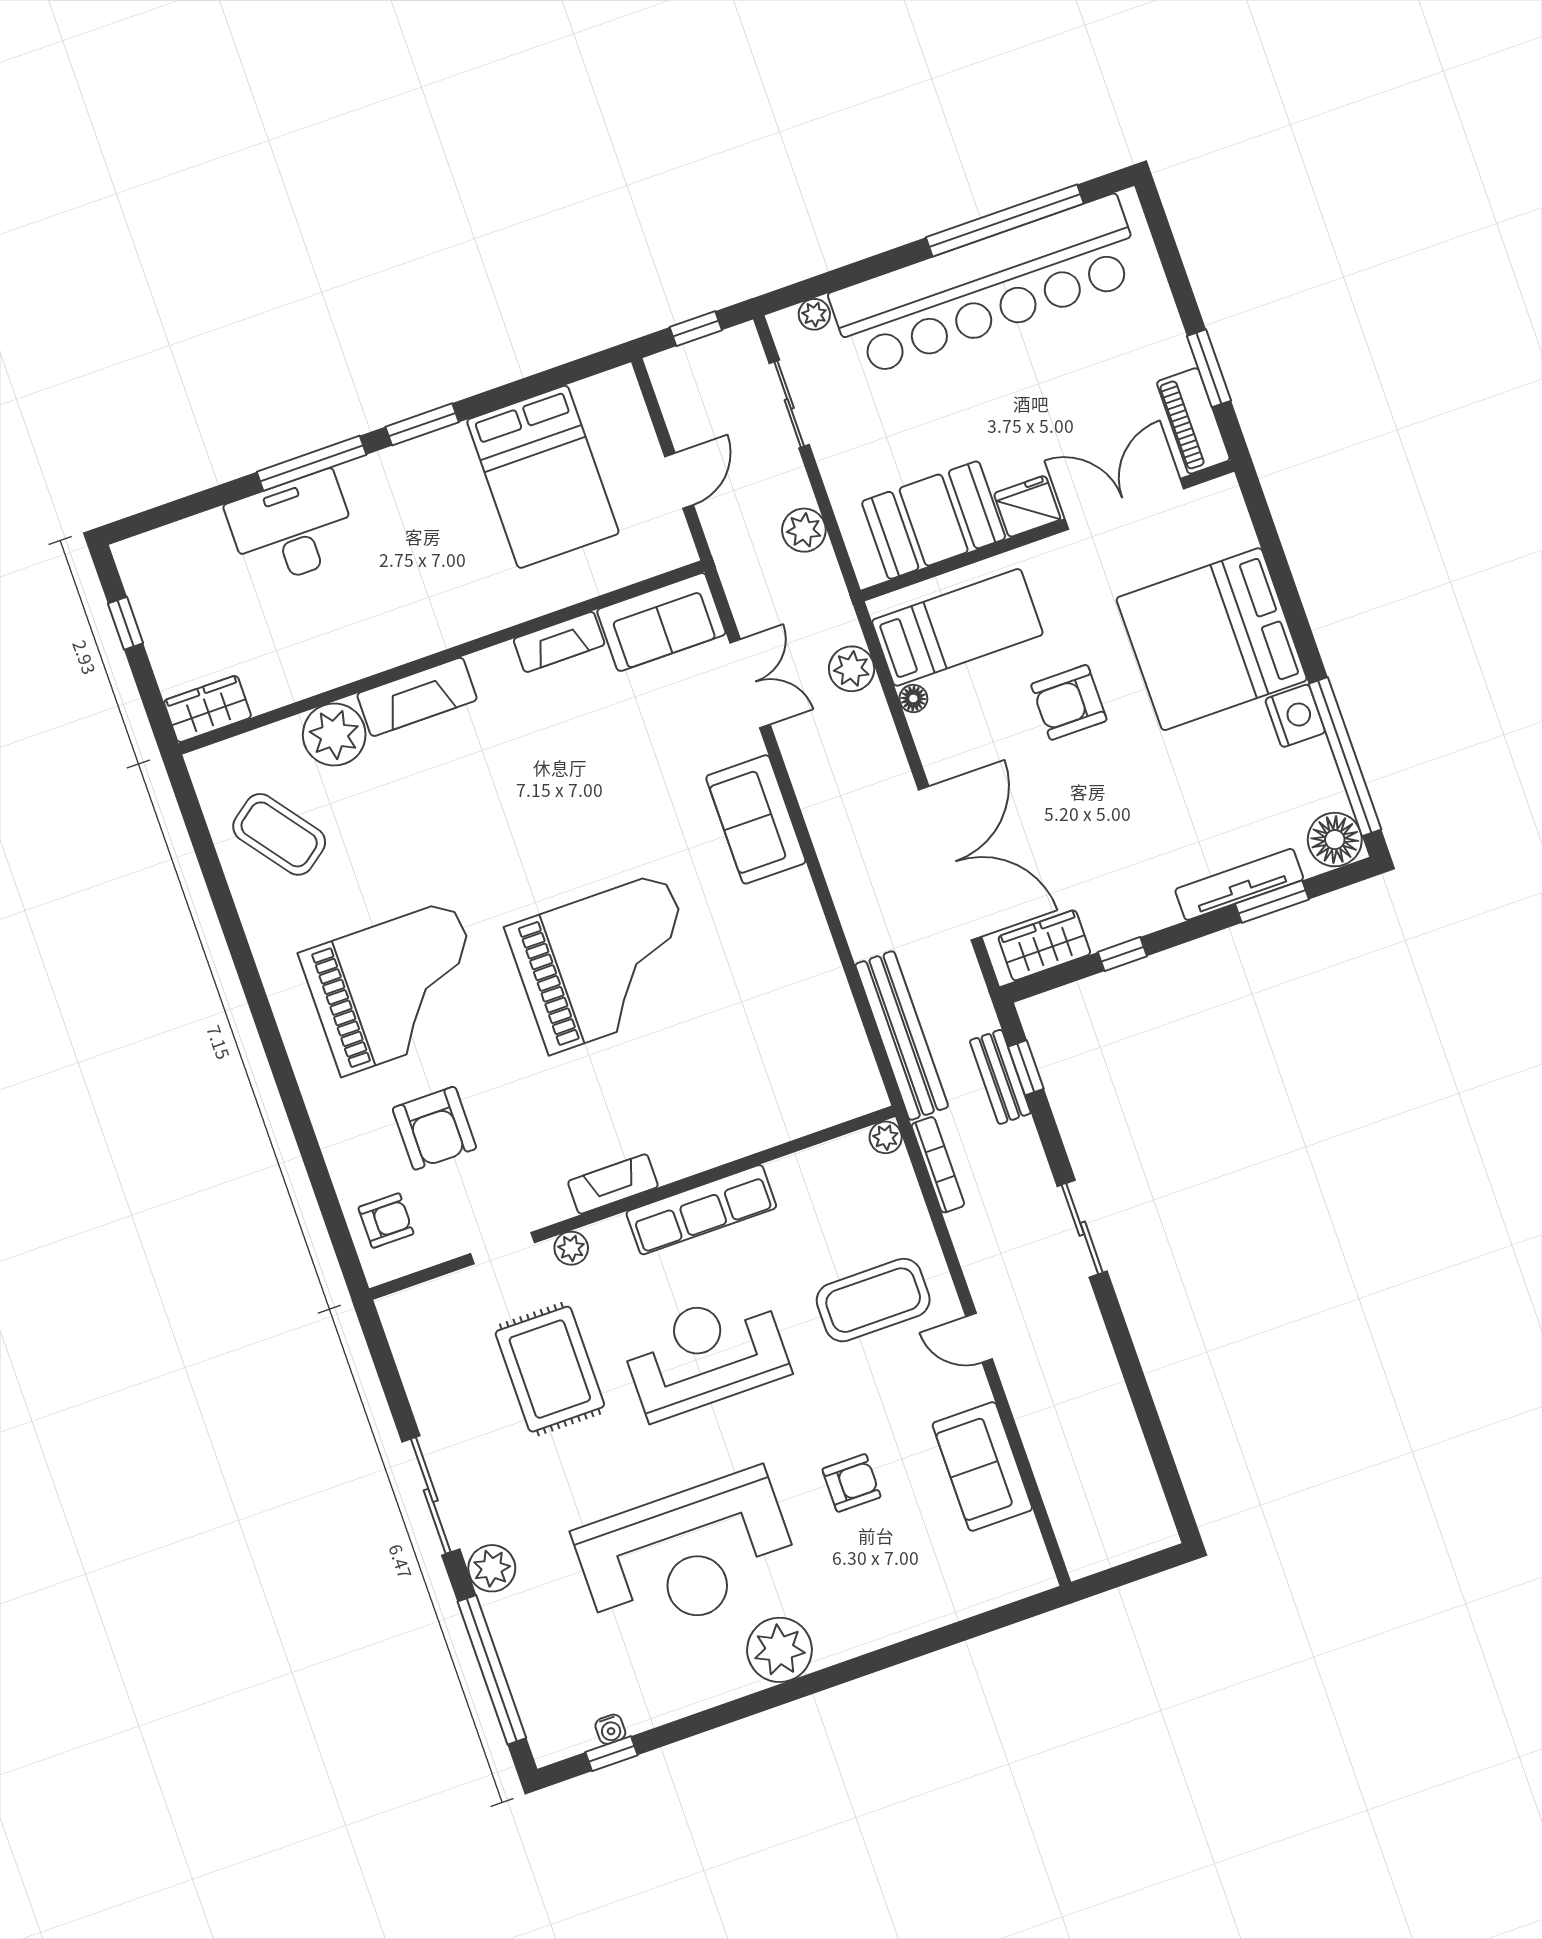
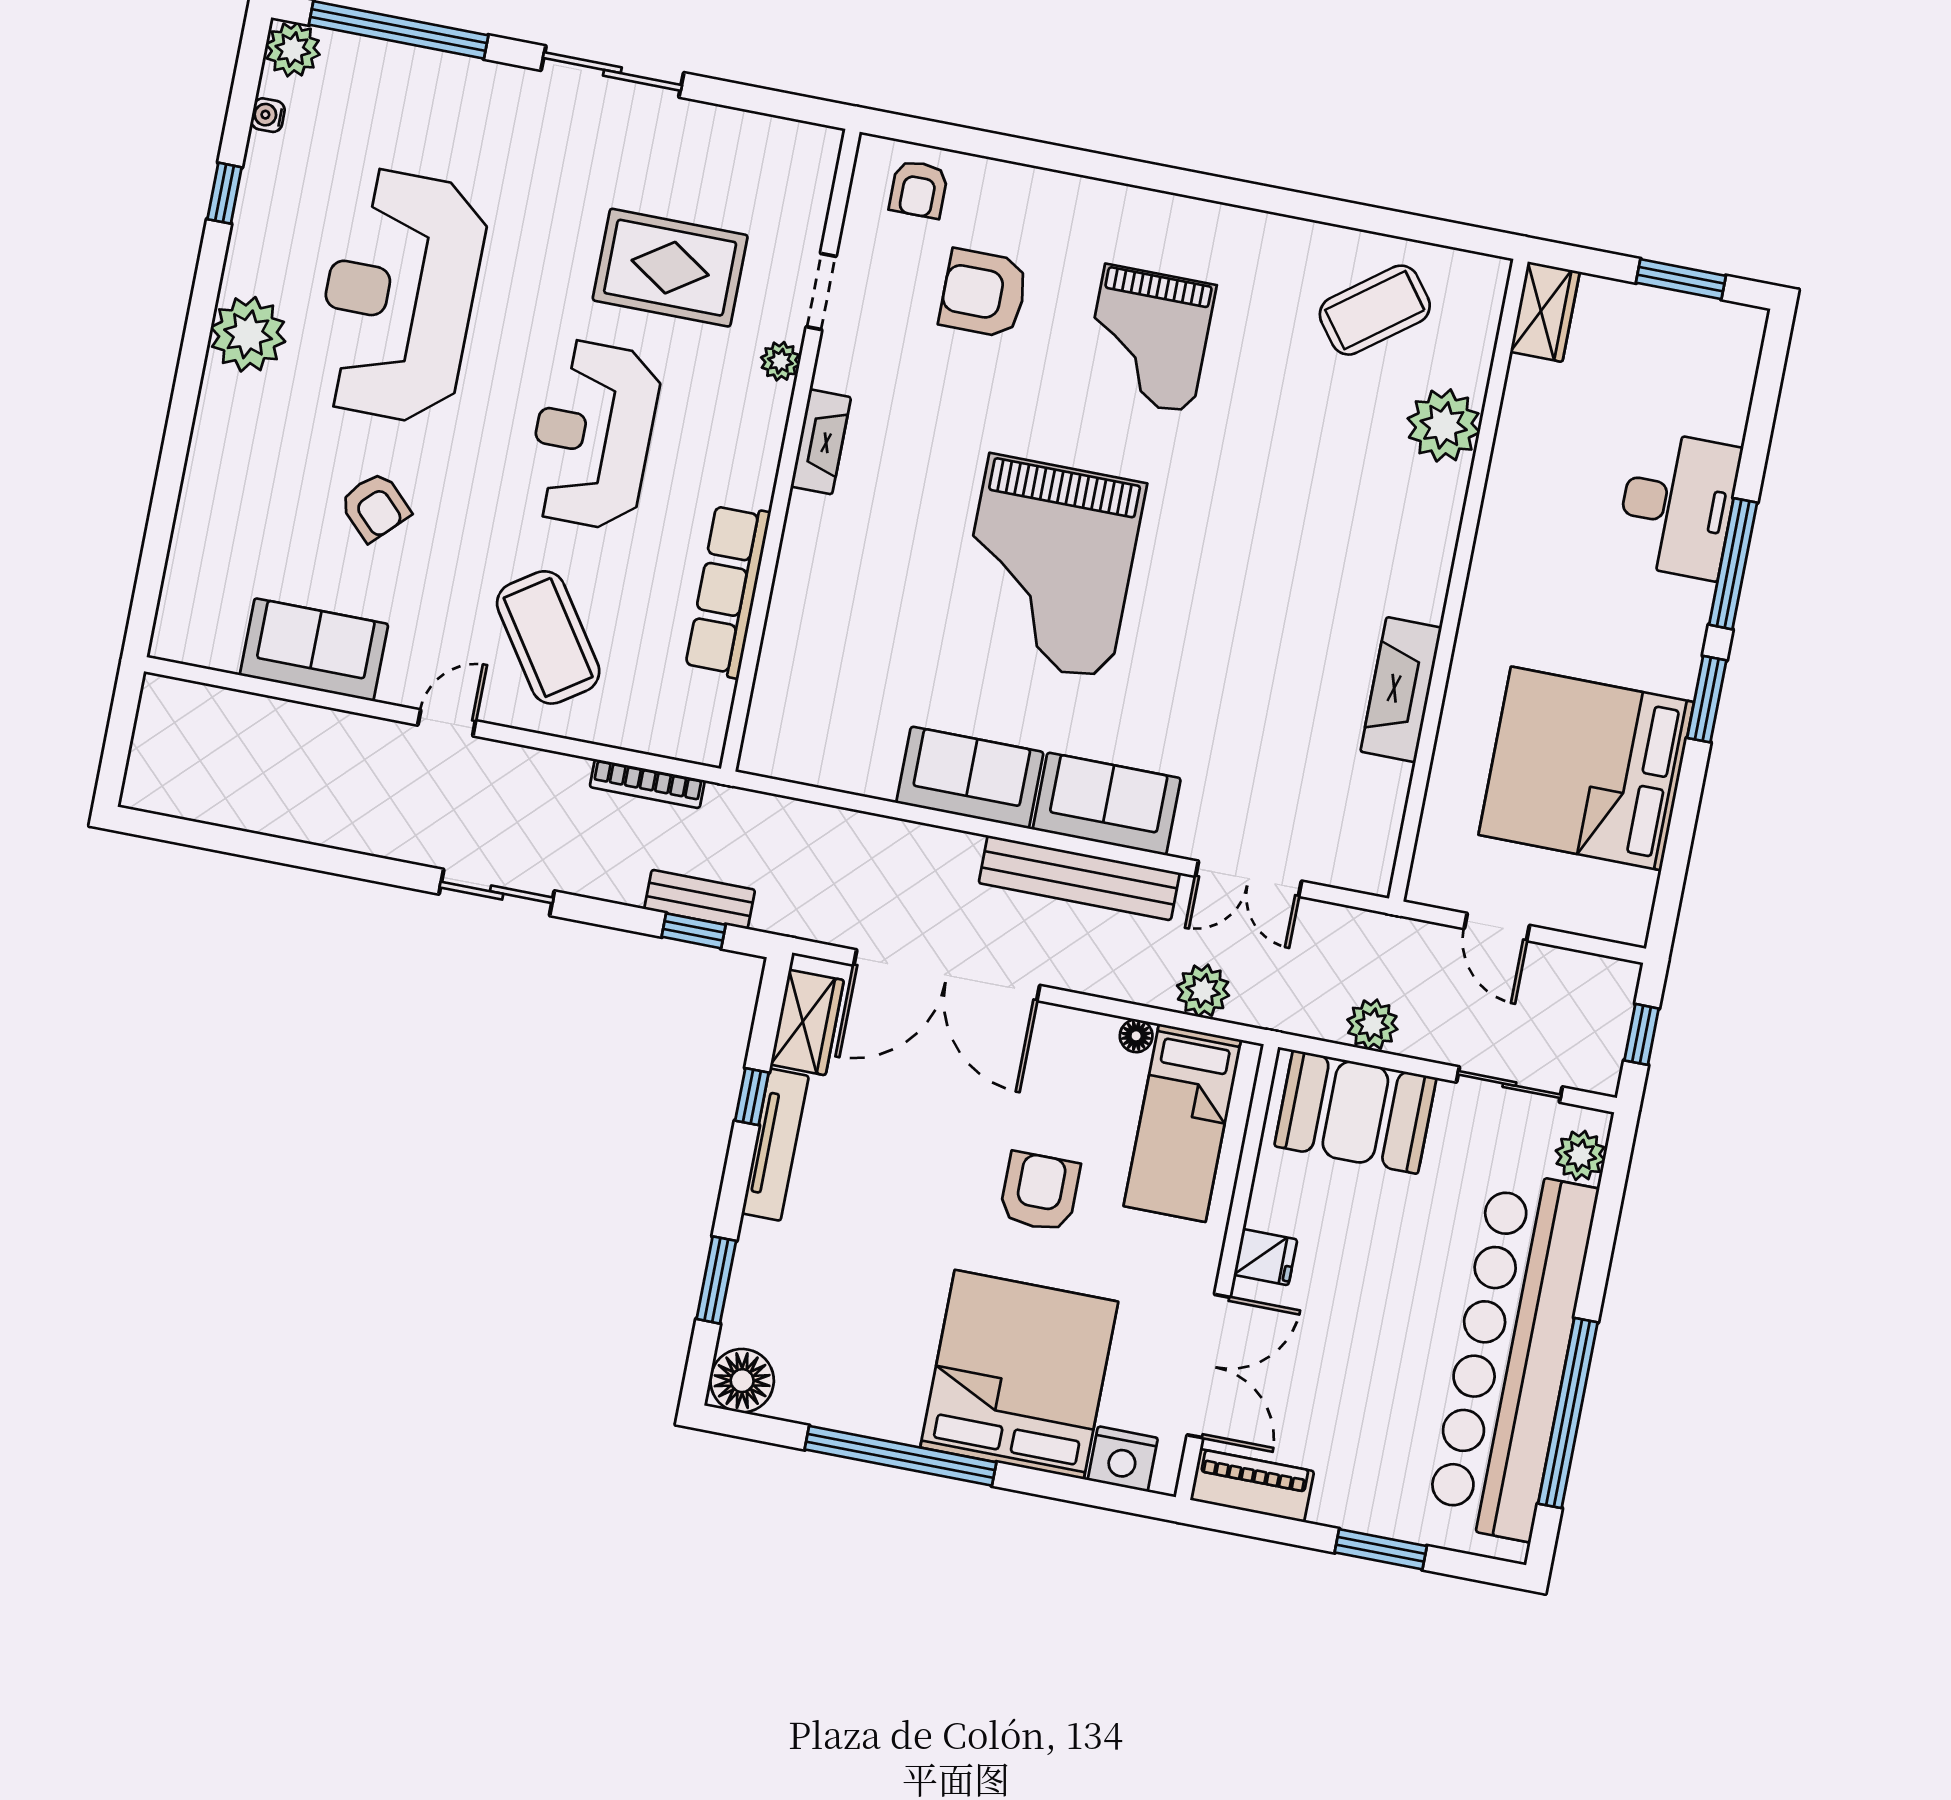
plant: (814, 314) -> (1580, 1155), width x1.38, depth x1.38
window: (1209, 368) -> (1381, 1549), moved
bed: (543, 477) -> (1586, 768), width x1.36
fridge: (1027, 506) -> (1266, 1257), width x0.72
booth: (934, 520) -> (1355, 1112), moved, turned 90
sofa: (661, 622) -> (970, 777), moved, turned 90
window: (125, 623) -> (1681, 279), width x1.50
fireplace: (559, 642) -> (1401, 690), width x1.37, depth x1.32
fireplace: (417, 697) -> (1433, 532), removed
nightstand: (1295, 716) -> (1123, 1459), moved
window: (1345, 757) -> (900, 1456), moved
tv unit: (1239, 884) -> (775, 1145), moved
grand piano: (397, 988) -> (1148, 339), width x0.73, depth x0.68
bench: (902, 1036) -> (1079, 878), moved
plant: (886, 1137) -> (706, 747), removed
row of seats: (701, 1210) -> (728, 591), moved
coffee table: (873, 1300) -> (548, 637), turned -34
reception desk: (705, 1354) -> (593, 435), turned 180
armchair: (851, 1483) -> (375, 507), turned -45
plant: (492, 1568) -> (293, 49), moved
window: (612, 1754) -> (225, 193), moved

